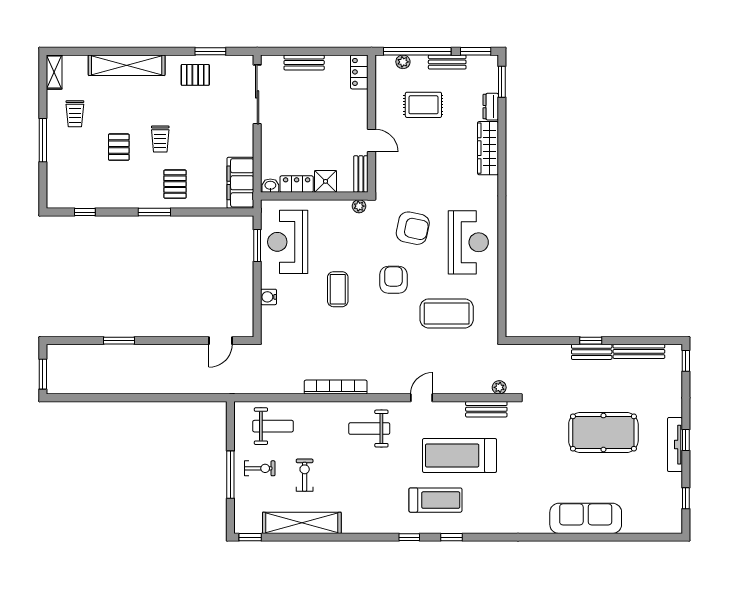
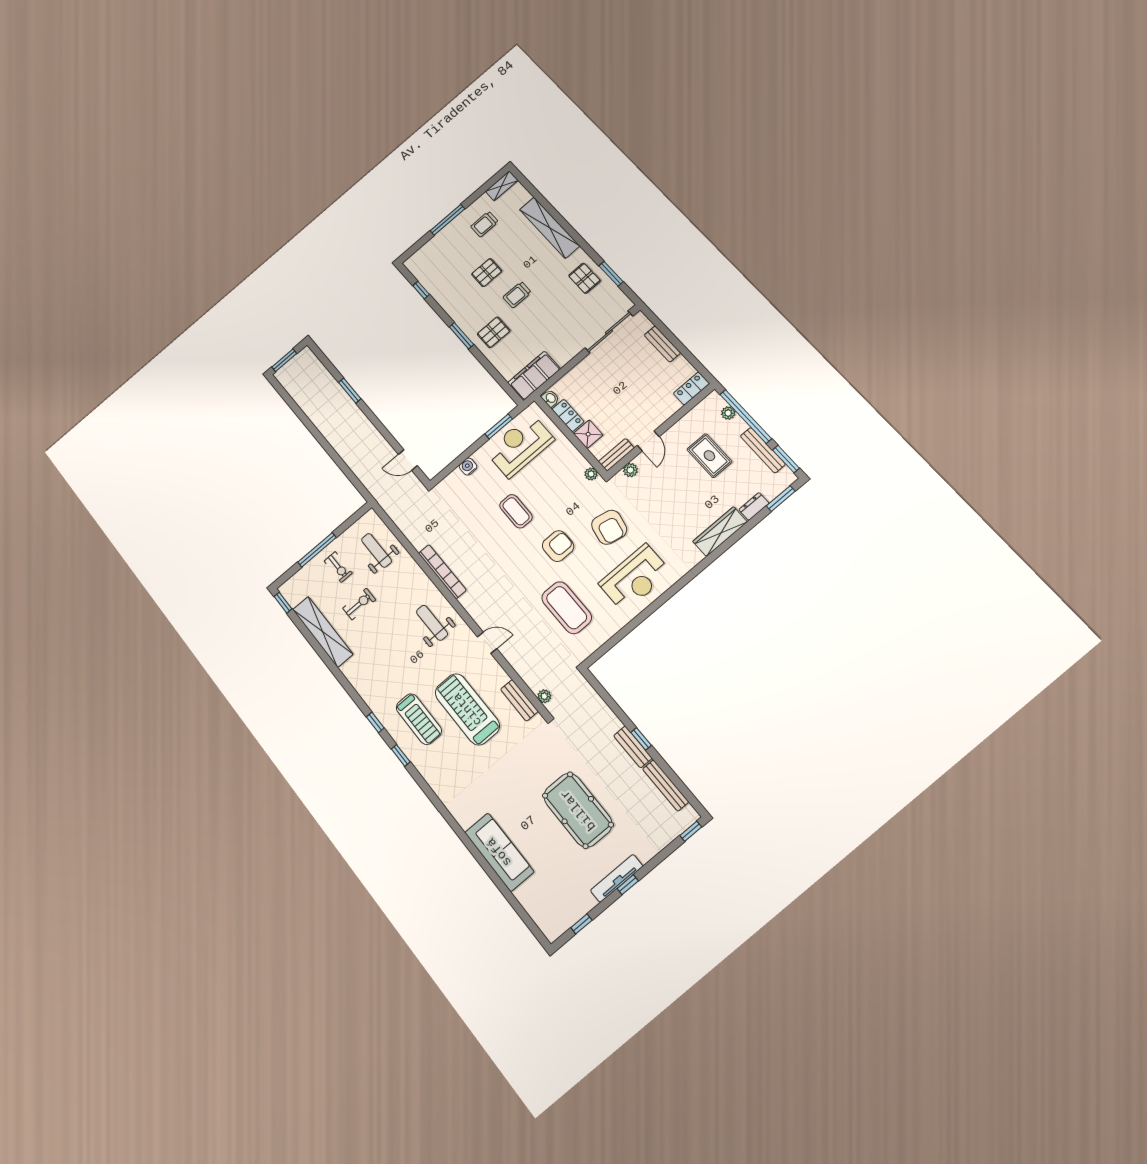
bench: (447, 62) -> (763, 450), width x1.36
plant: (382, 174) -> (630, 470), added
coffee table: (338, 289) -> (516, 511), turned 90
weight bench: (273, 426) -> (377, 550), turned 180

